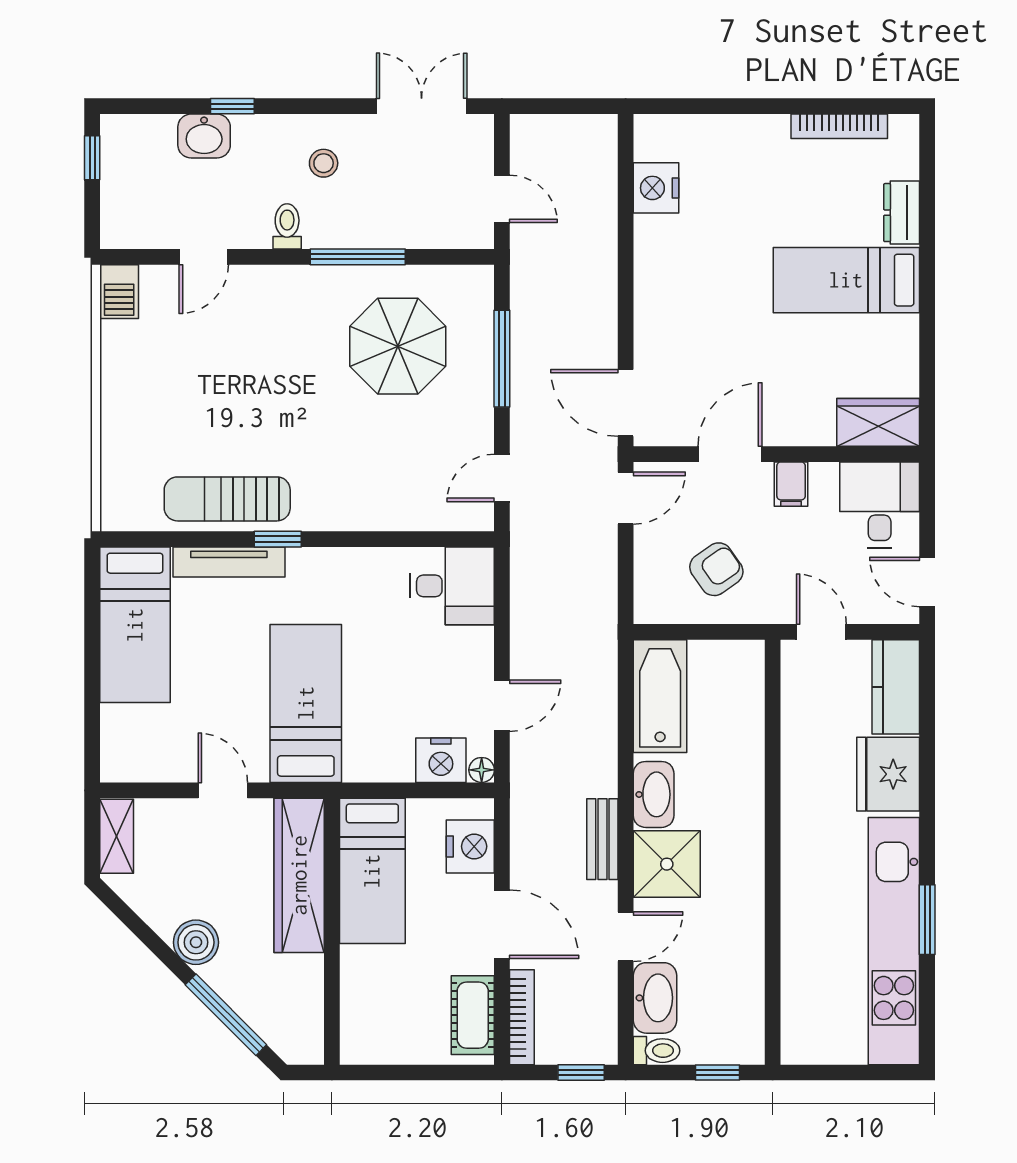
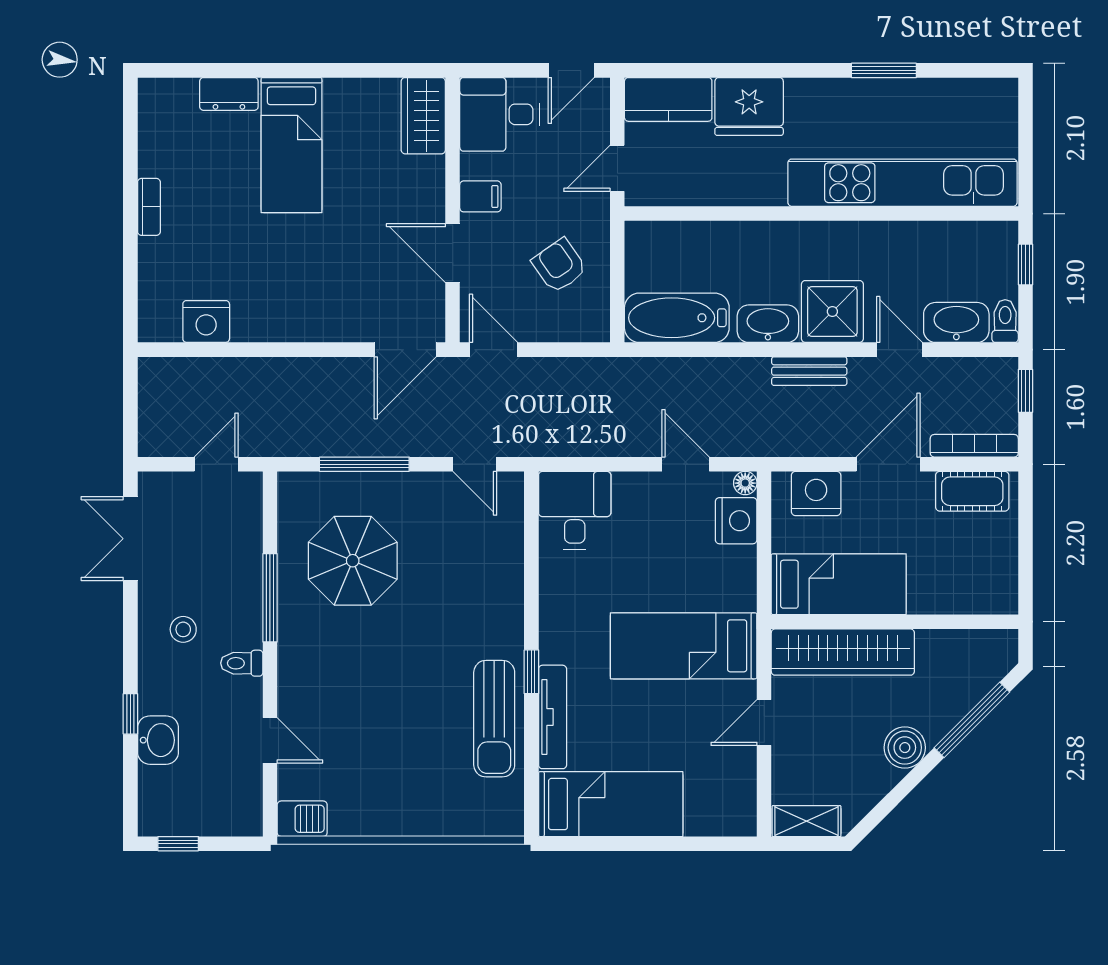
bookcase: (839, 126) -> (149, 207), moved, width x0.64
kitchen unit: (894, 941) -> (902, 183), moved, turned 180

